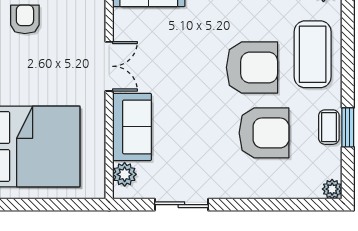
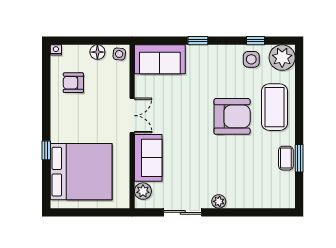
armchair: (25, 19) -> (73, 83), turned -90
armchair: (264, 133) -> (241, 162), removed
plant: (332, 189) -> (219, 201), moved

